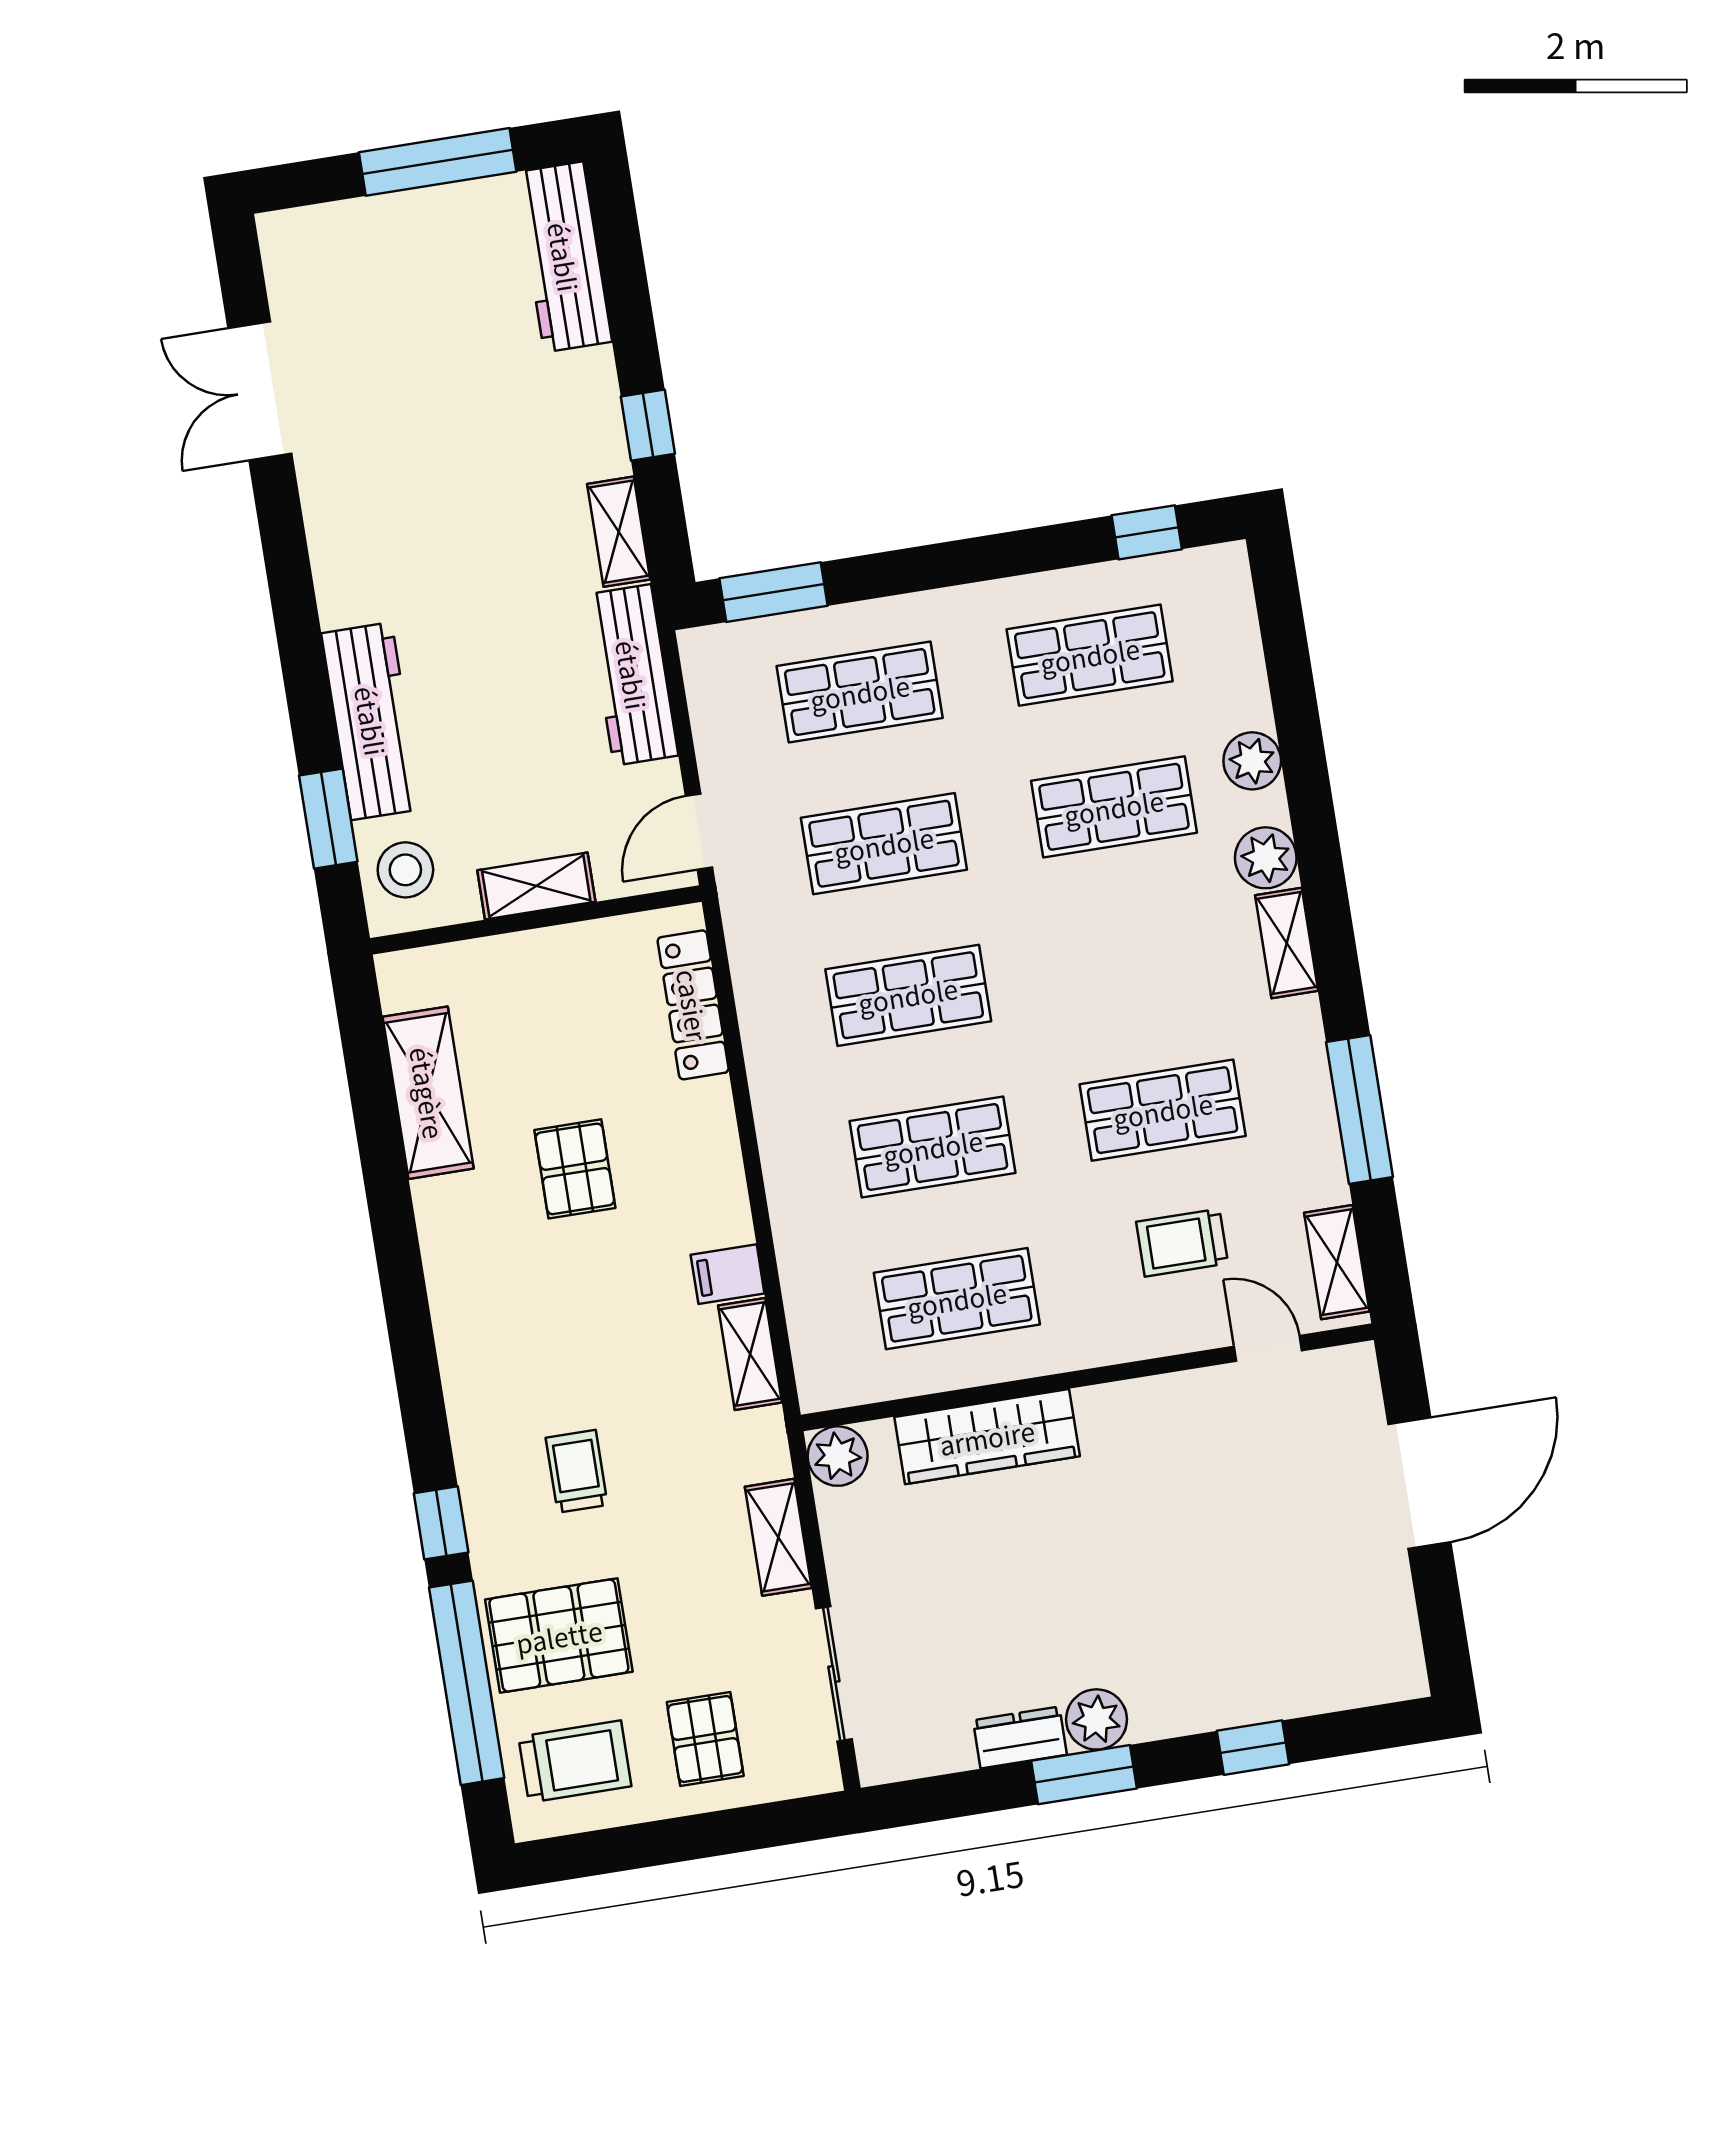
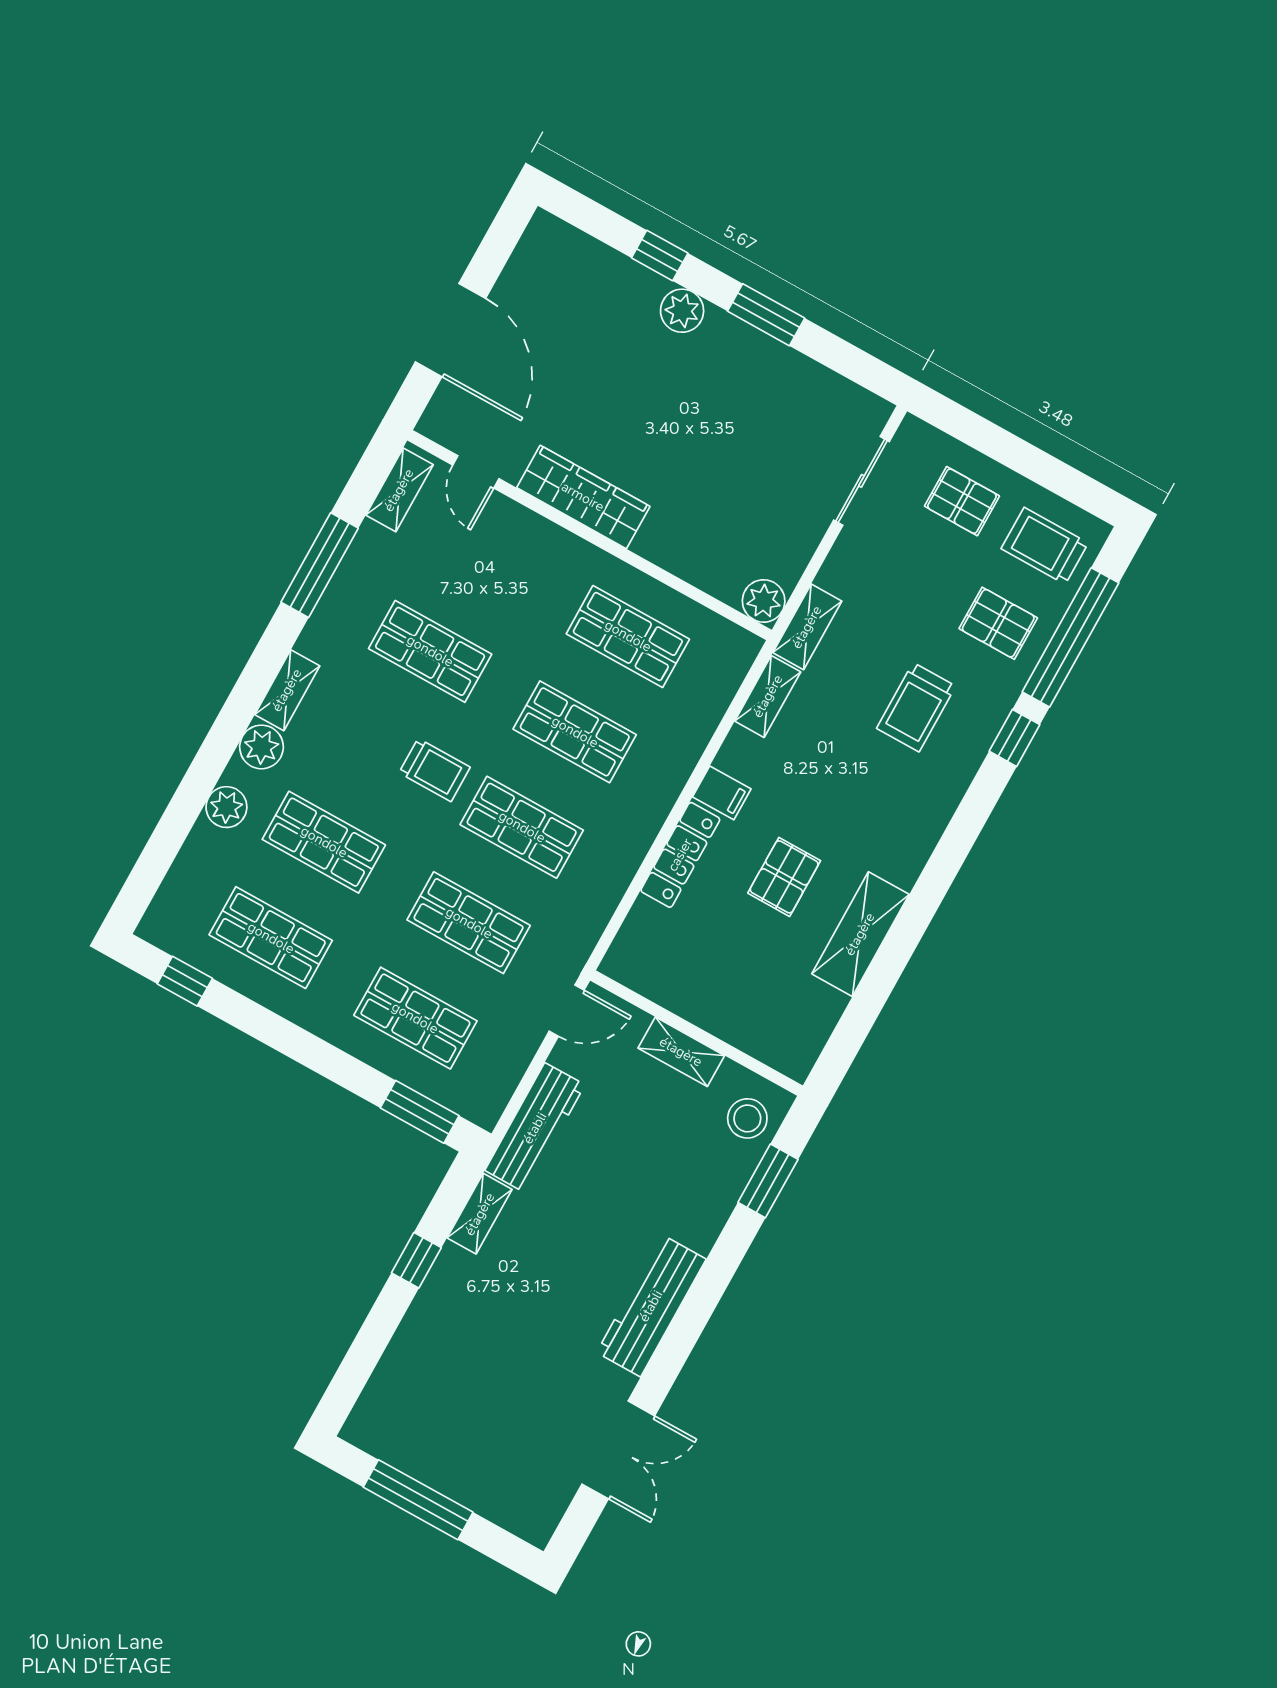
workbench: (564, 257) -> (390, 1391), removed
workbench: (371, 721) -> (651, 1306), moved
locker: (693, 1005) -> (680, 855), moved
shelving: (428, 1093) -> (860, 934), moved
trolley: (1182, 1243) -> (434, 770), moved
filing cabinet: (728, 1274) -> (722, 793), moved
wardrobe: (987, 1437) -> (583, 497), moved
trolley: (577, 1471) -> (916, 707), width x1.36, depth x1.39
door: (1419, 1483) -> (450, 330), swing flipped
shelving: (778, 1537) -> (807, 627), moved
pallet: (559, 1636) -> (998, 623), width x0.67, depth x0.71
plant: (1097, 1719) -> (682, 311), moved
dresser: (1020, 1737) -> (785, 364), removed
pallet: (705, 1739) -> (962, 501), turned 90

